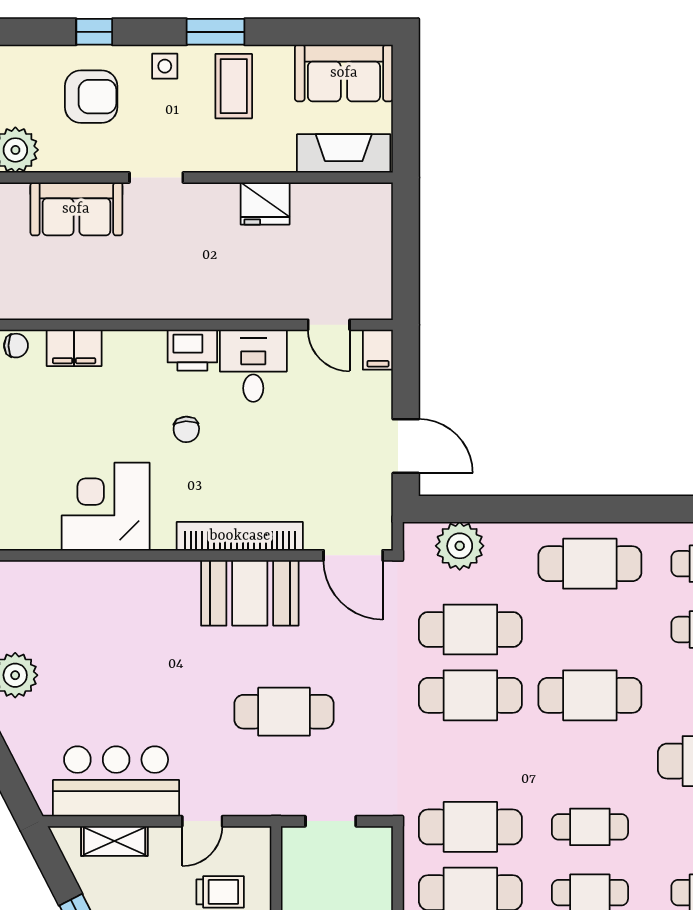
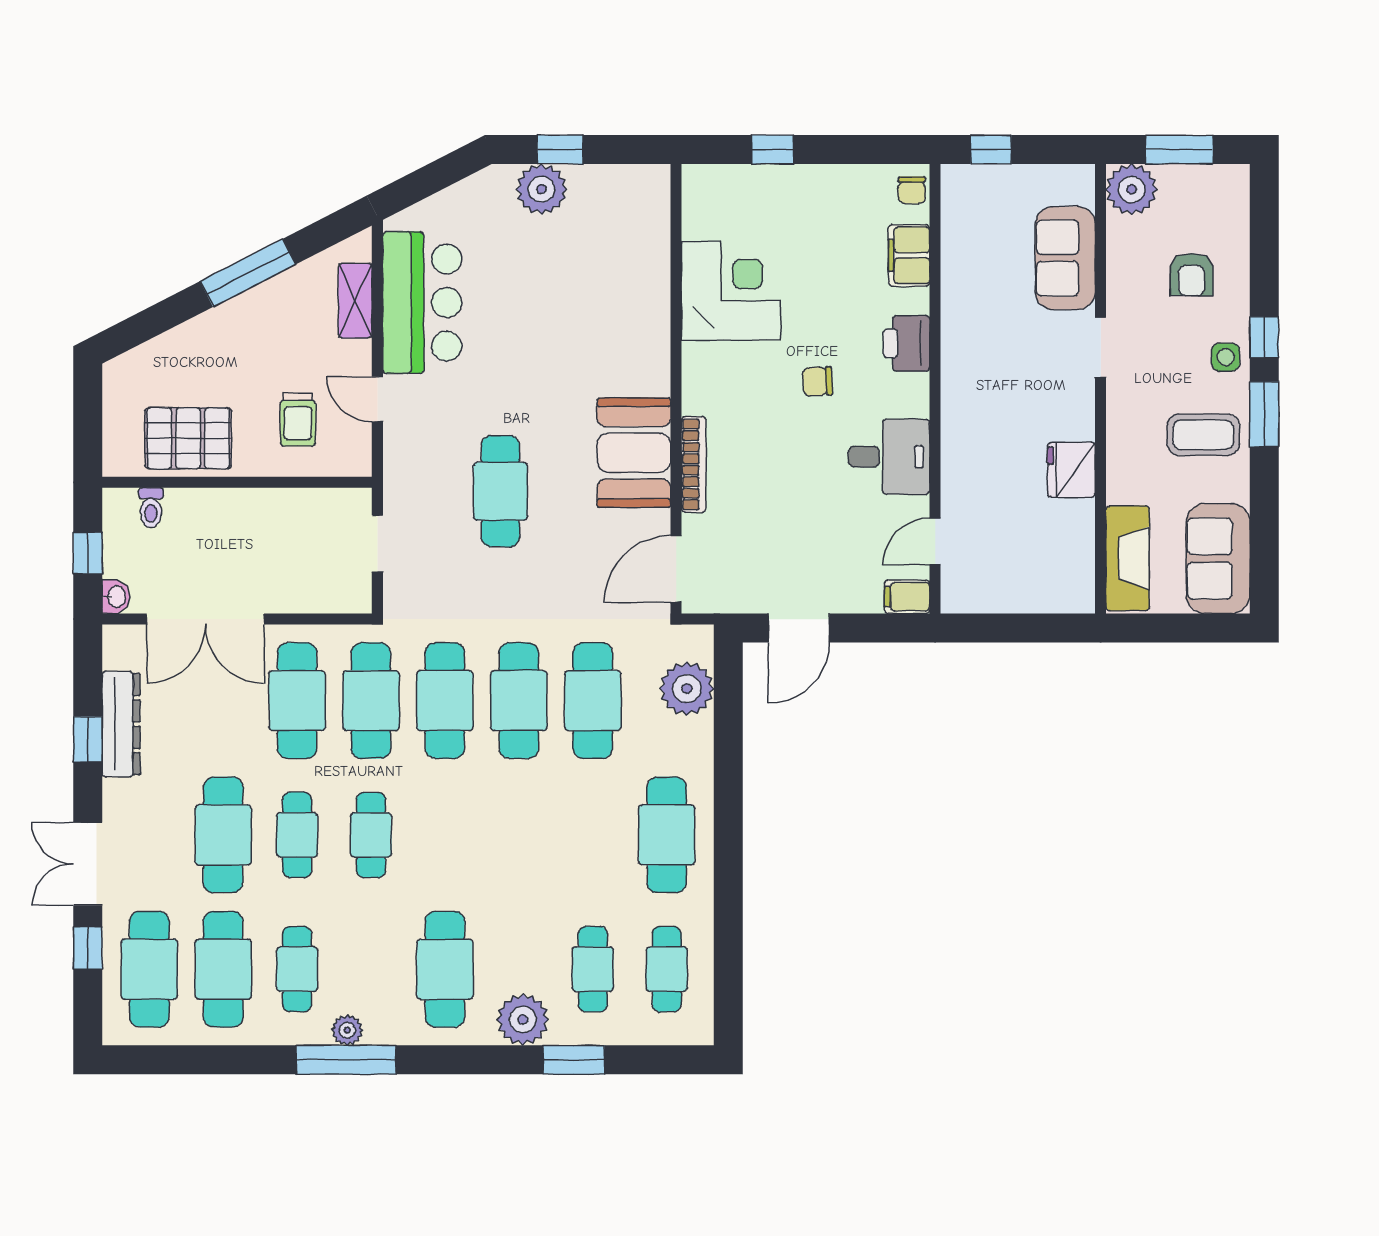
window: (94, 32) -> (1264, 337), moved
armchair: (91, 97) -> (1191, 275), width x0.72, depth x0.72
printer: (192, 350) -> (907, 343), moved
bookcase: (240, 536) -> (694, 465), width x0.68, depth x0.76
cafe table: (590, 695) -> (445, 701), moved

